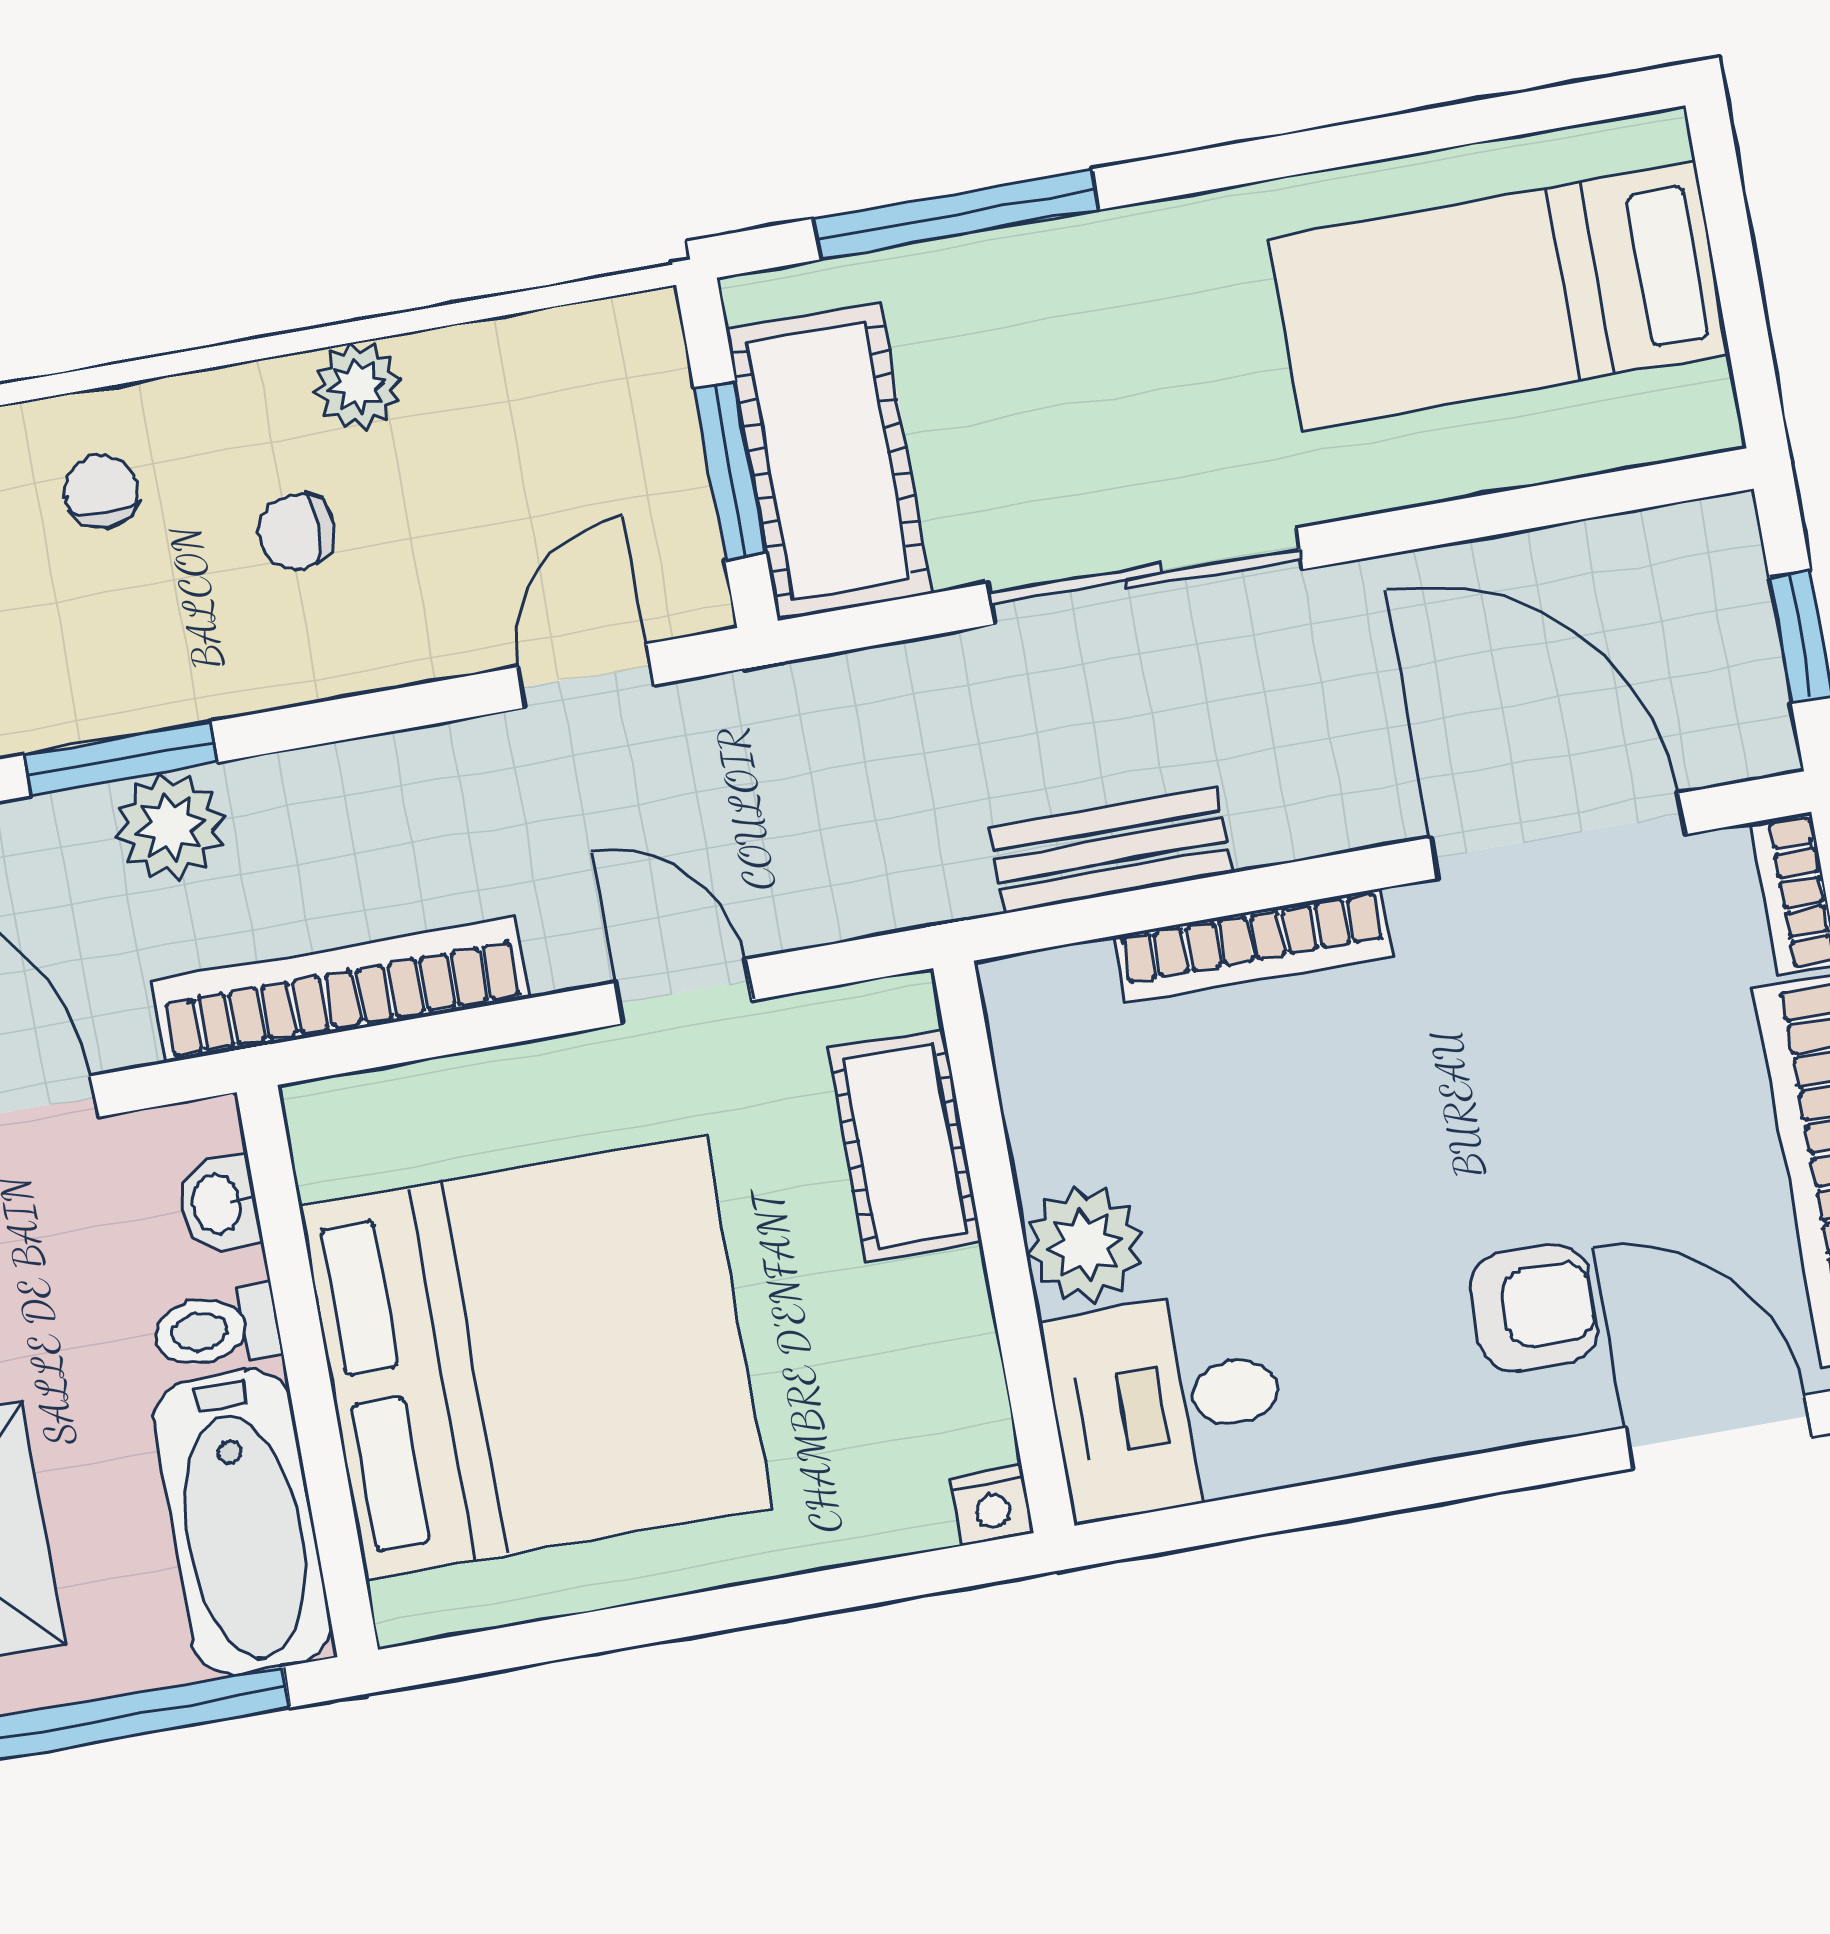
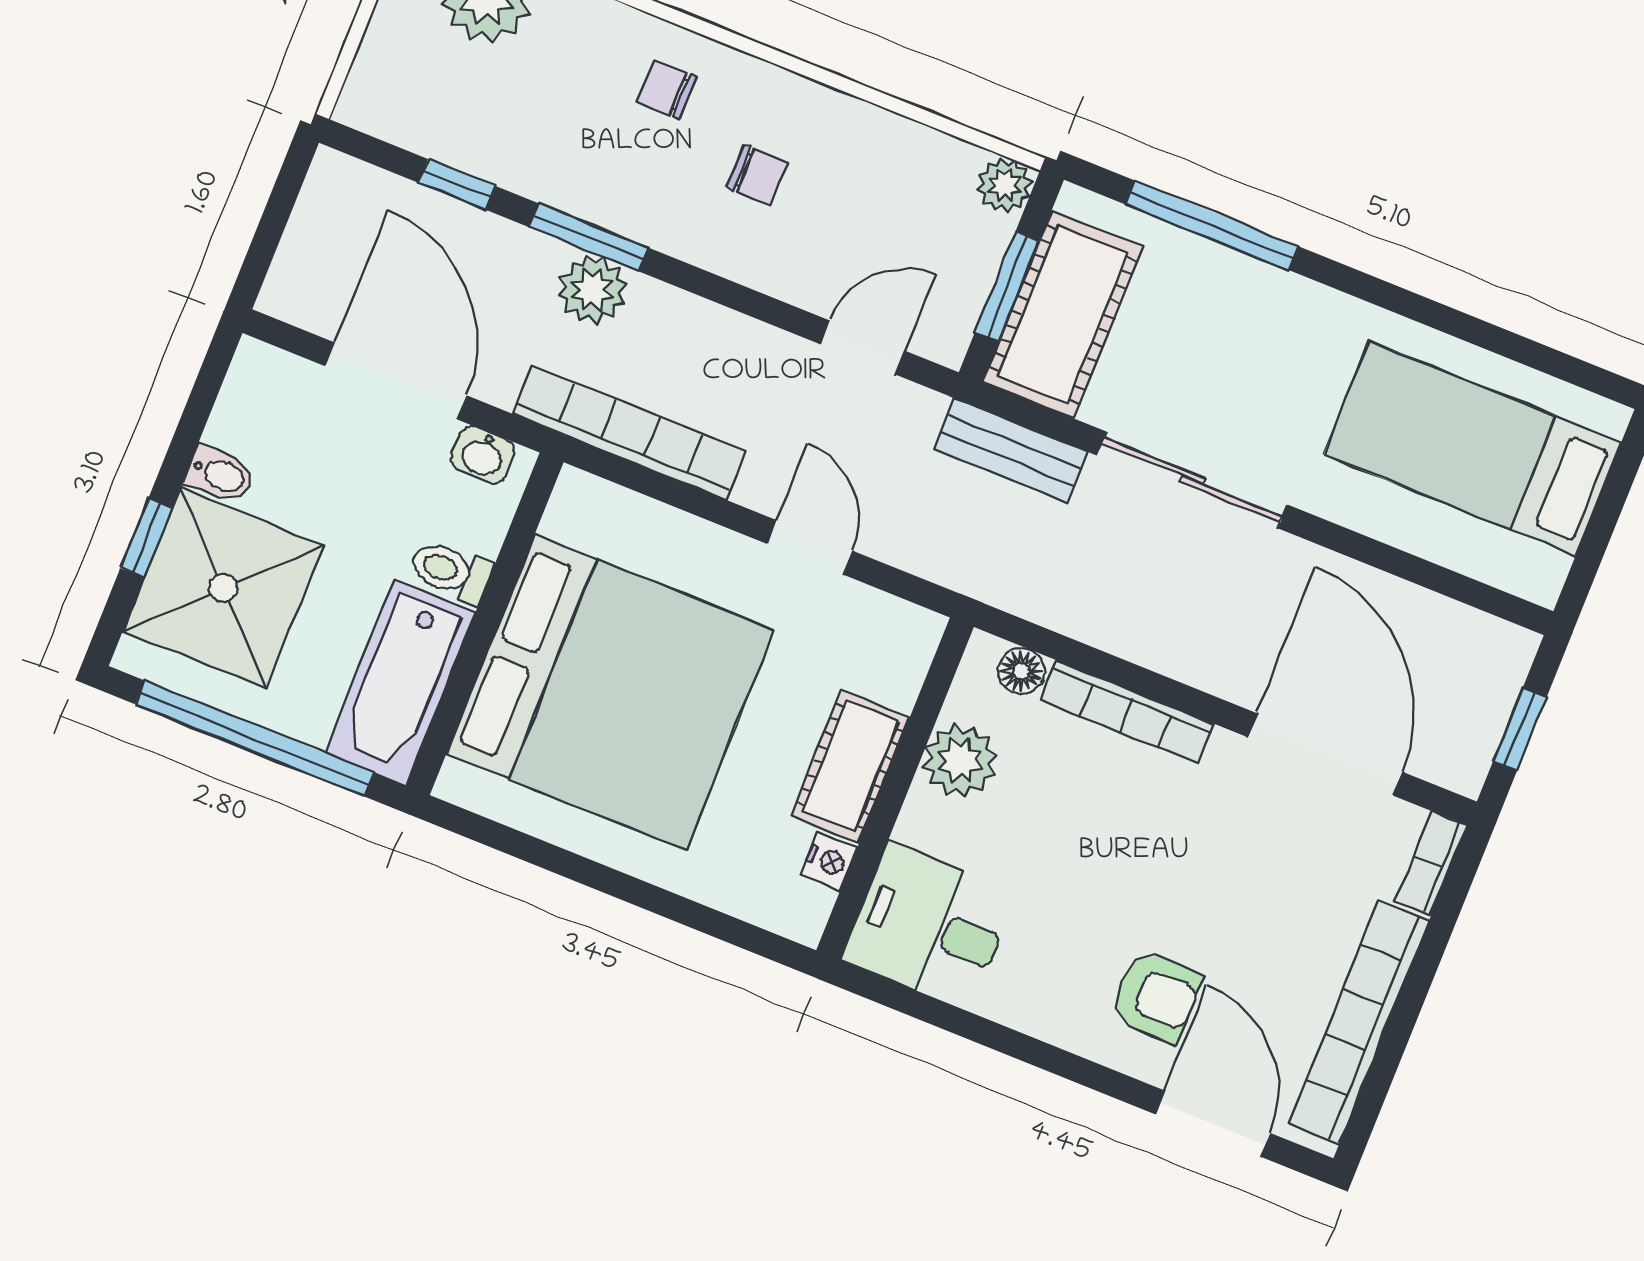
plant: (358, 386) -> (1004, 185), moved
chair: (101, 491) -> (667, 89), turned -90
chair: (296, 531) -> (757, 175), turned 180
bench: (1110, 850) -> (1011, 451), moved
floor lamp: (1075, 980) -> (1021, 671), added
cot: (905, 1146) -> (850, 767), moved
washbasin: (219, 1203) -> (483, 455), moved, turned -90
plant: (1084, 1244) -> (960, 761), moved
nightstand: (992, 1506) -> (829, 861), moved, turned -90

